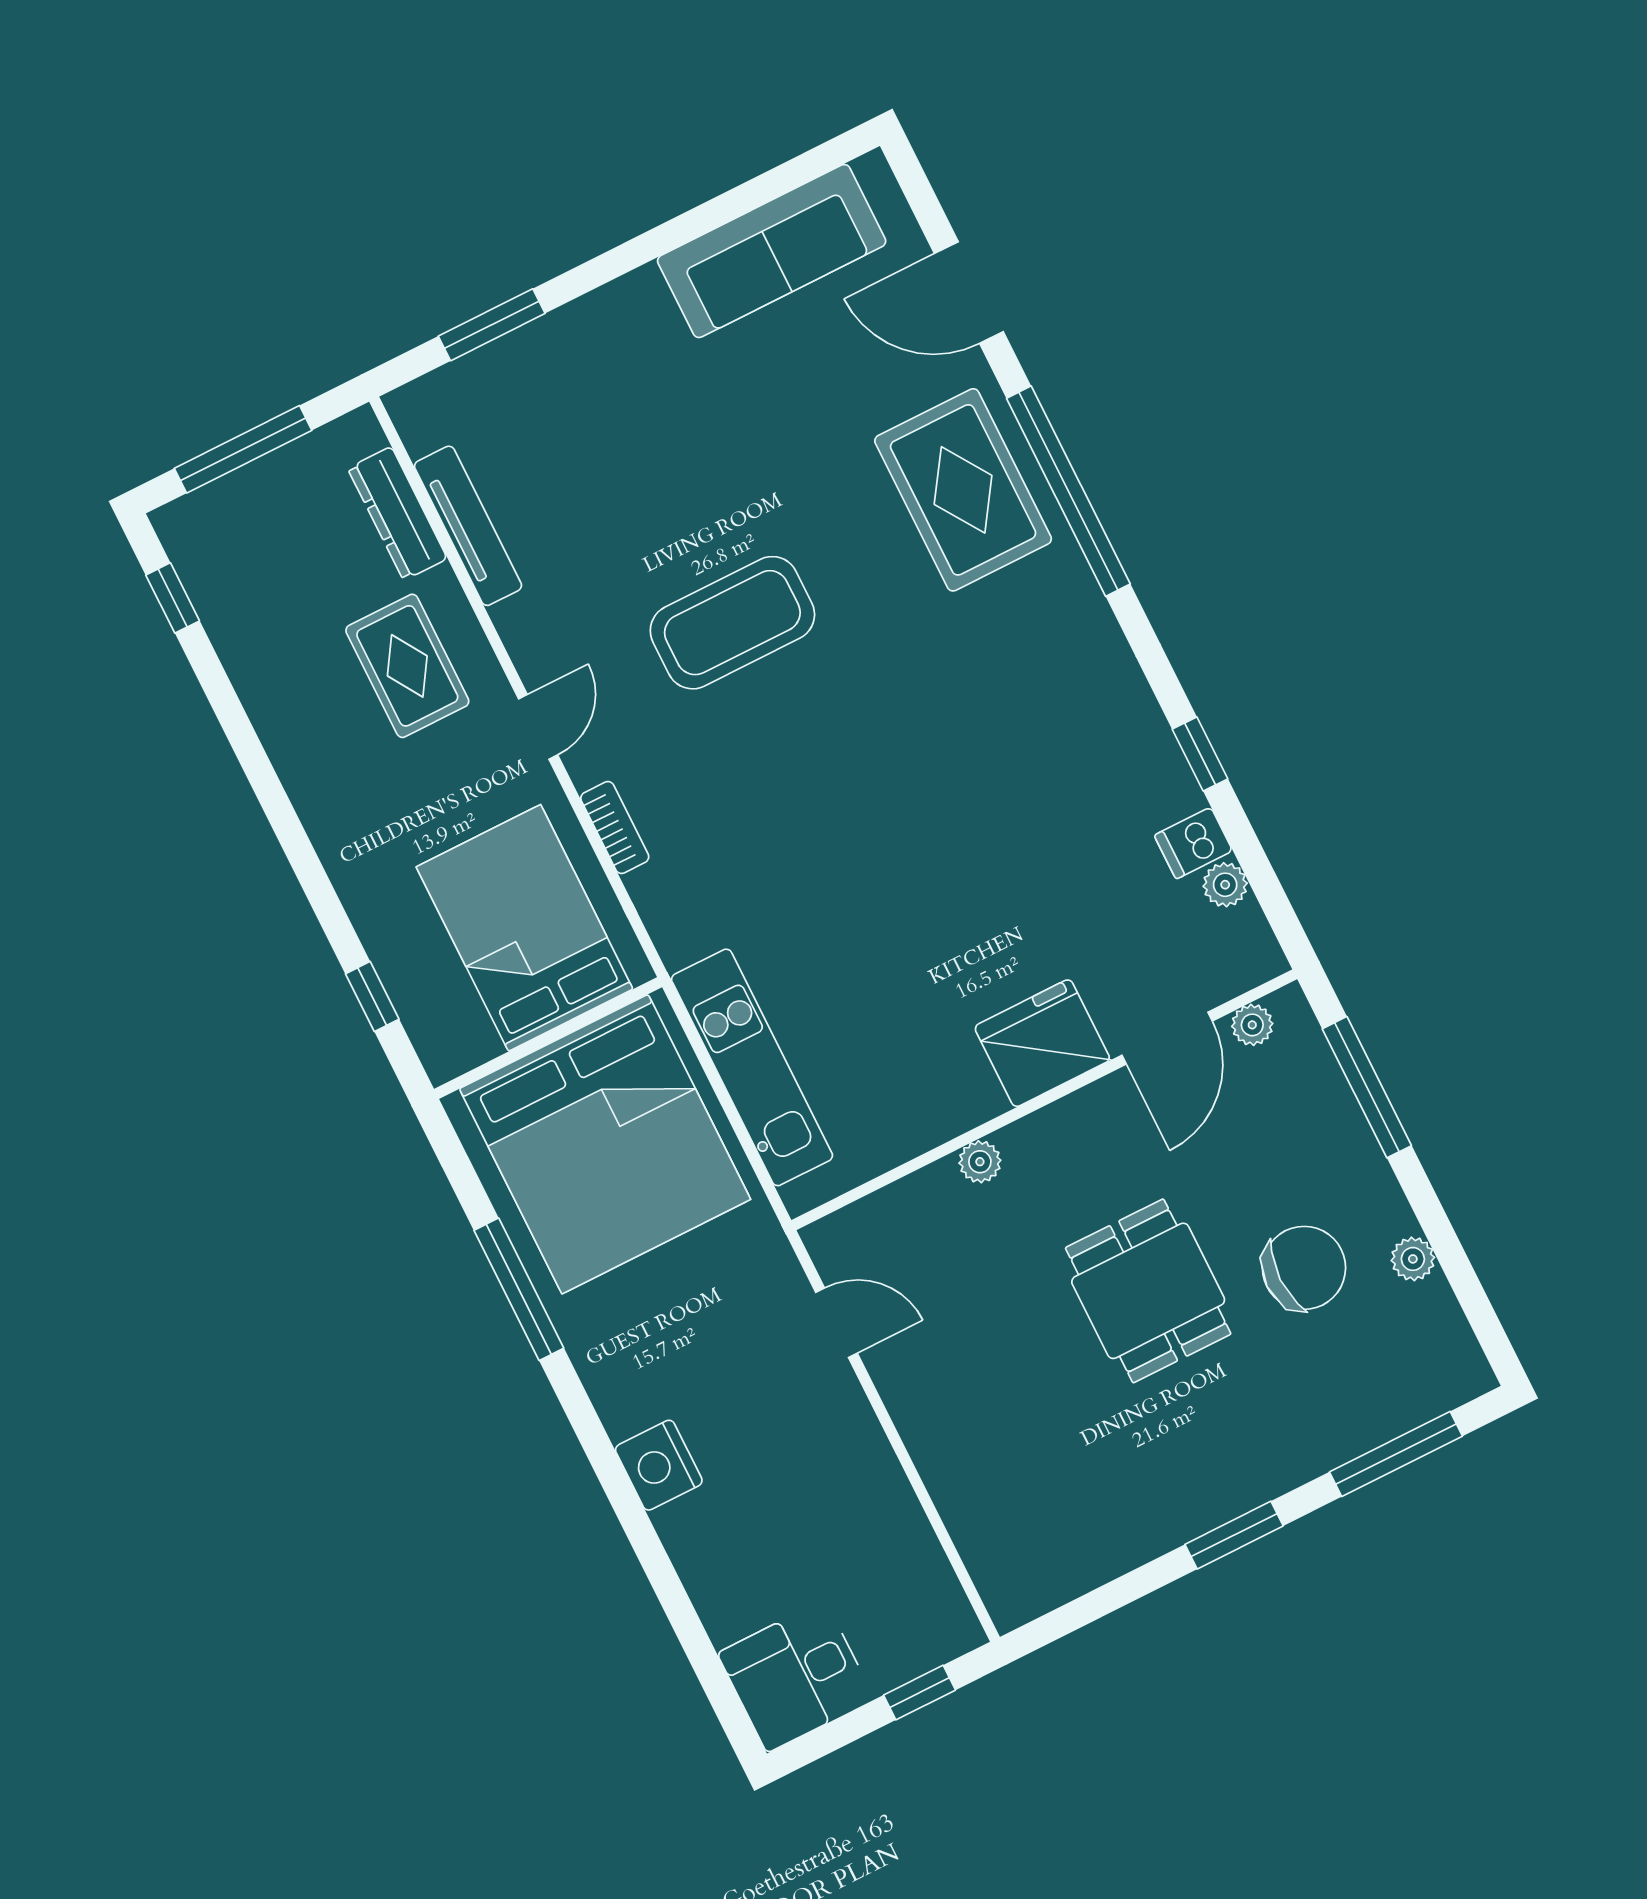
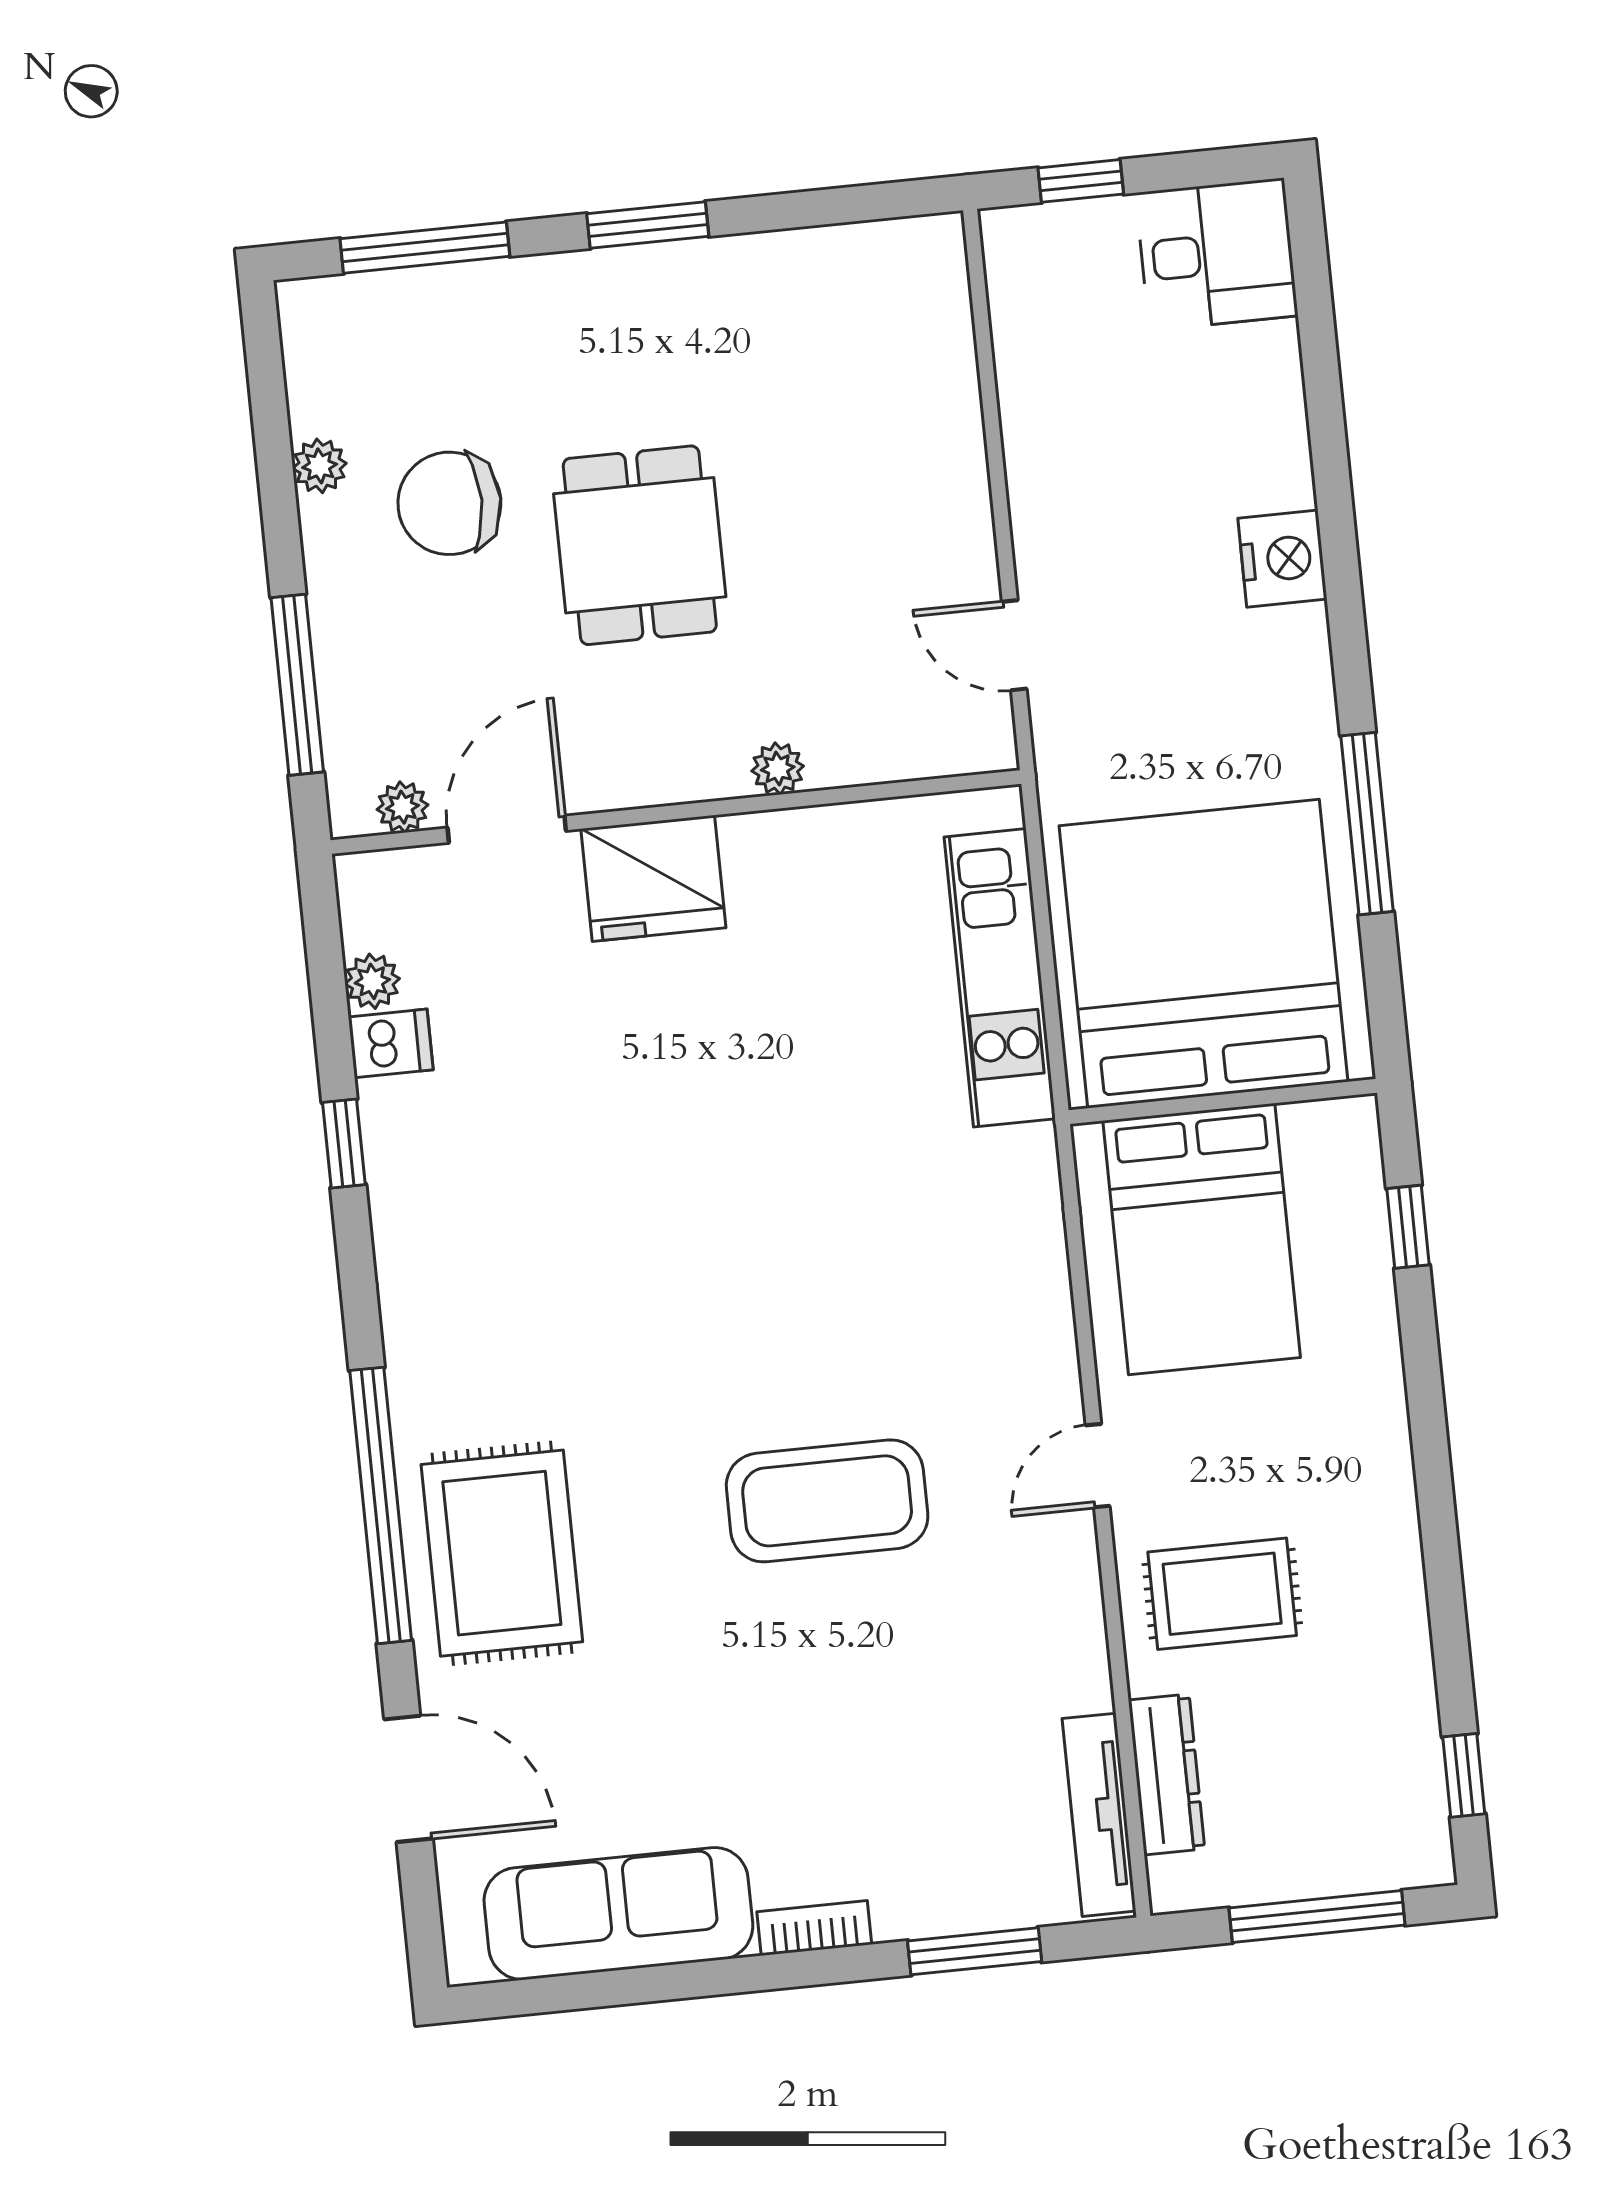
tv unit: (468, 526) -> (1099, 1815), moved
rug: (407, 666) -> (1222, 1594), turned 90
bookcase: (615, 828) -> (814, 1928), moved, turned 90

